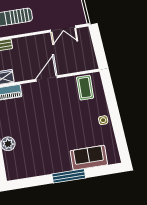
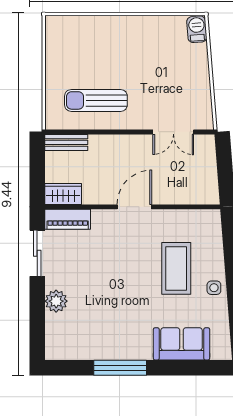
coffee table: (85, 88) -> (176, 268), moved, width x1.36, depth x1.32
window: (69, 176) -> (120, 368), moved

